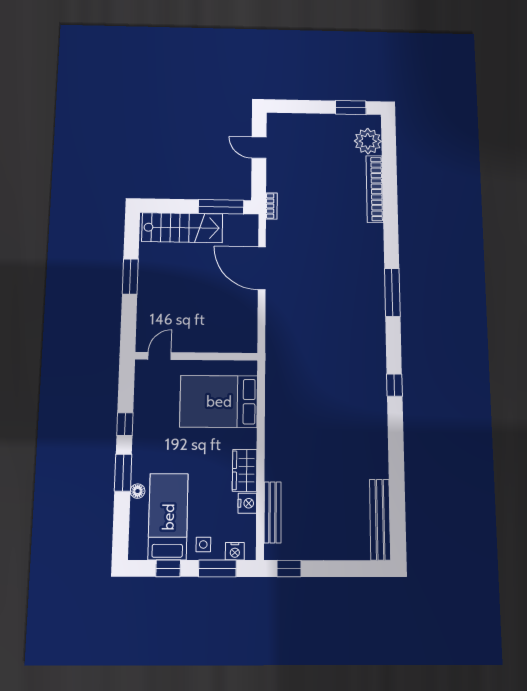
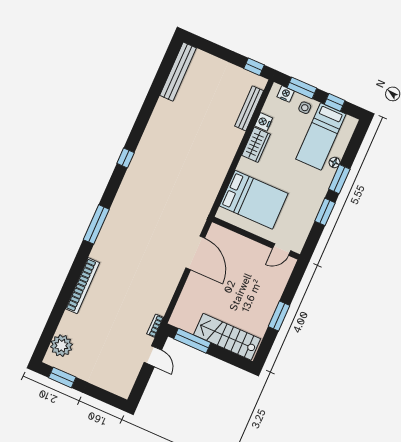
door: (259, 148) -> (153, 356), moved
bookcase: (375, 189) -> (83, 286), moved
door: (262, 268) -> (195, 253), moved
window: (125, 424) -> (325, 212), width x1.50

